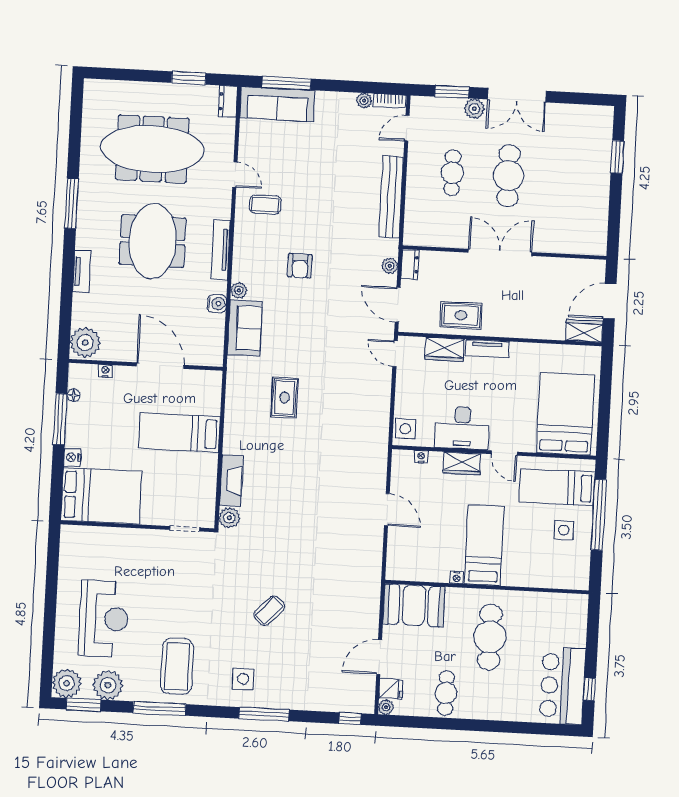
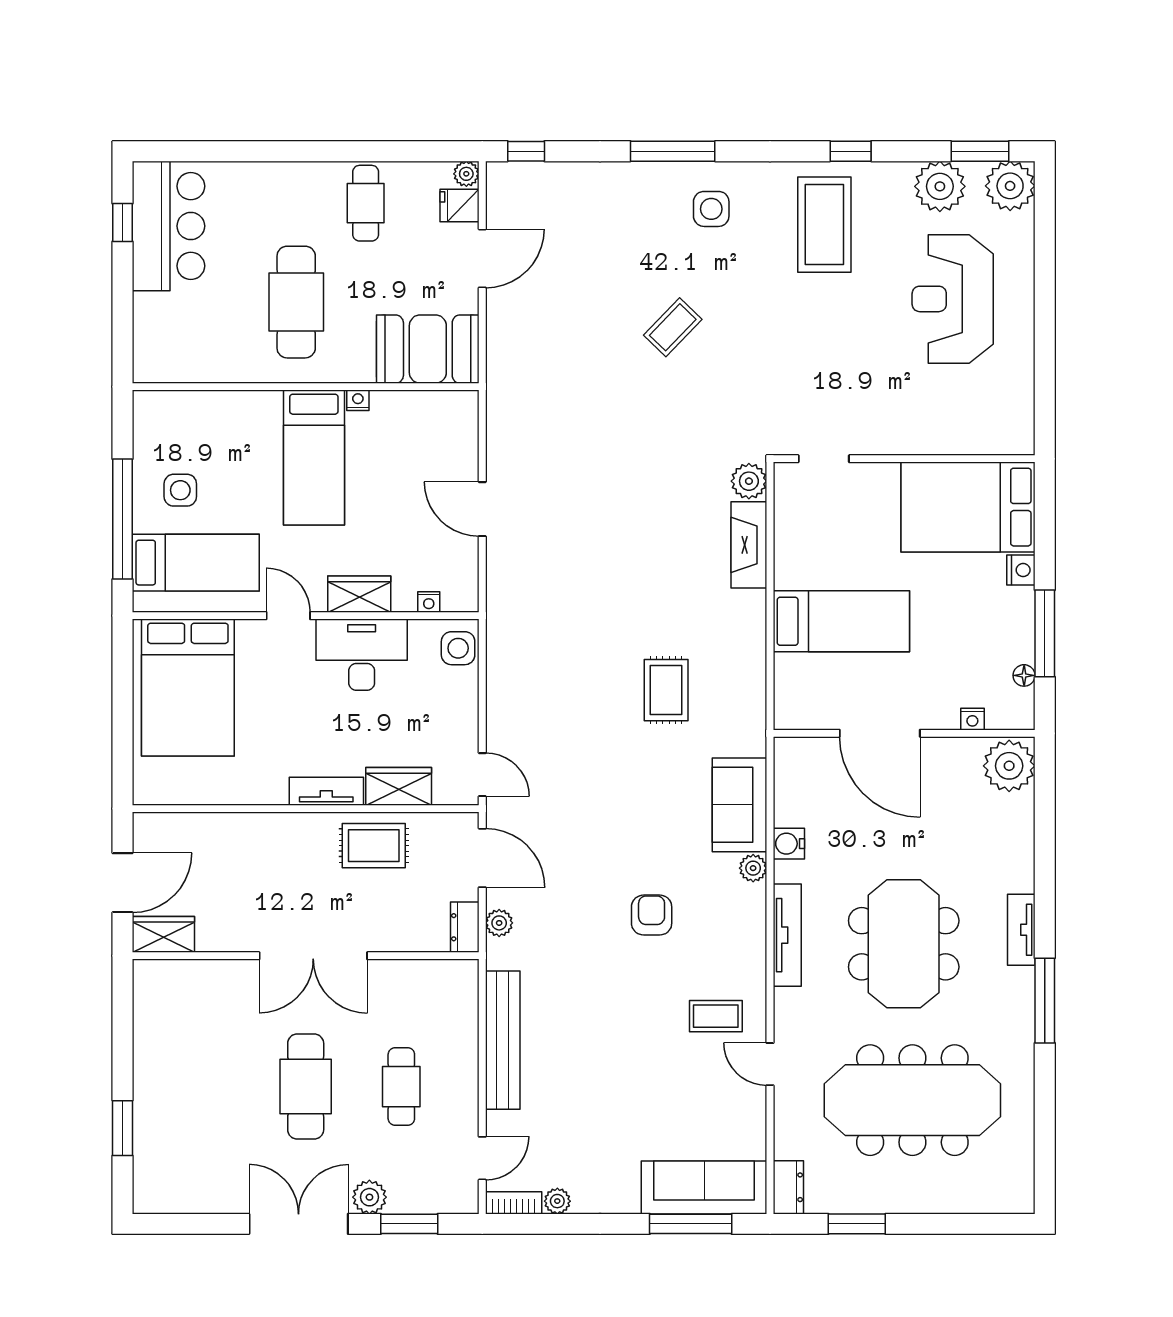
tv unit: (82, 272) -> (1021, 930), moved
wardrobe: (584, 331) -> (163, 934), moved, turned 180
window: (159, 709) -> (851, 151), width x0.46

